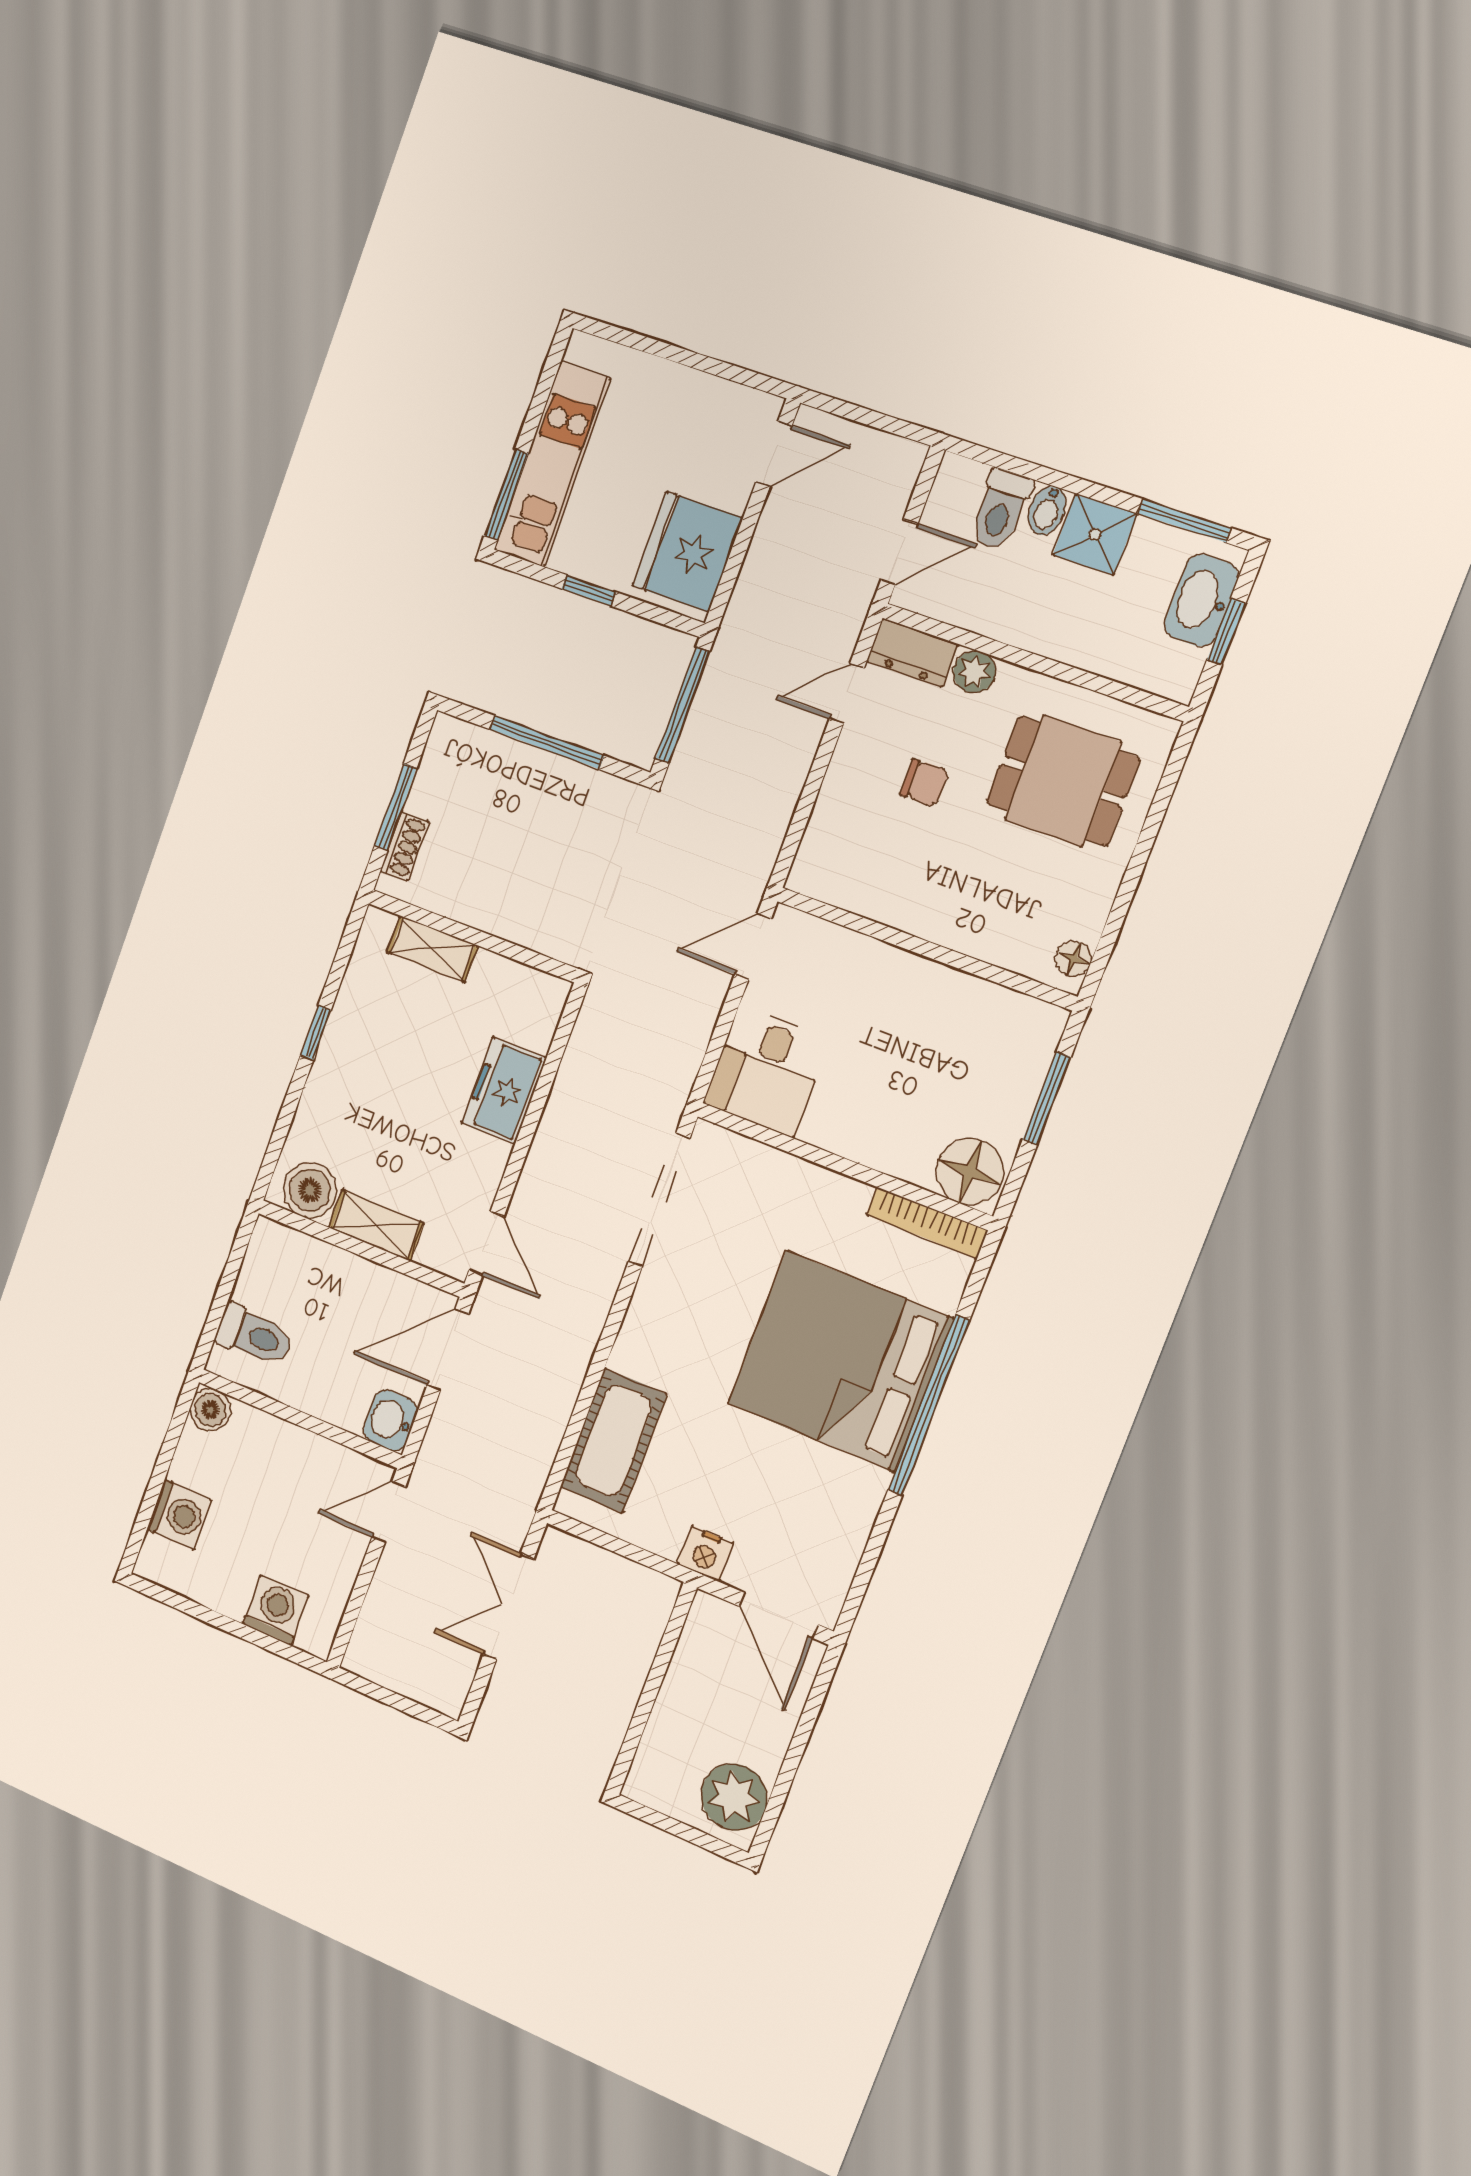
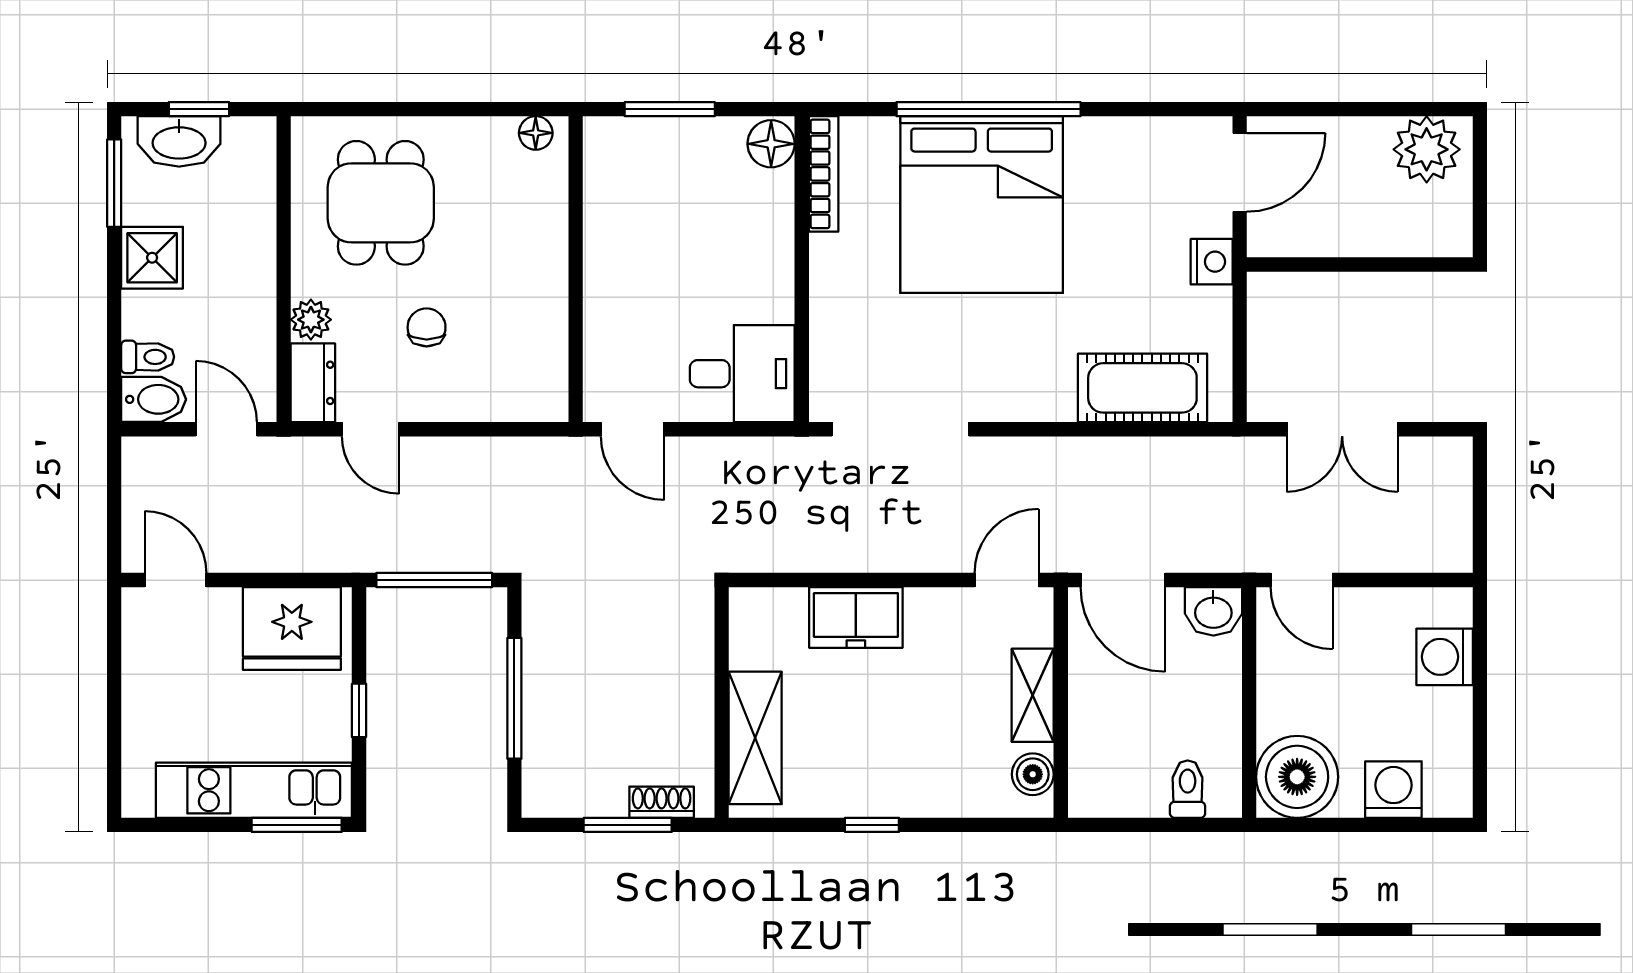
toilet: (1001, 510) -> (148, 357), width x0.73, depth x0.72
bidet: (1047, 511) -> (154, 399), moved, width x1.38, depth x1.36
shelving: (432, 949) -> (755, 738), width x1.50, depth x1.33
floor lamp: (970, 1172) -> (771, 144), width x0.73, depth x0.73
boiler: (310, 1190) -> (1033, 774), width x0.73, depth x0.73
toilet: (254, 1335) -> (1188, 789), width x0.73, depth x0.72
boiler: (210, 1410) -> (1297, 777), width x1.86, depth x1.86

